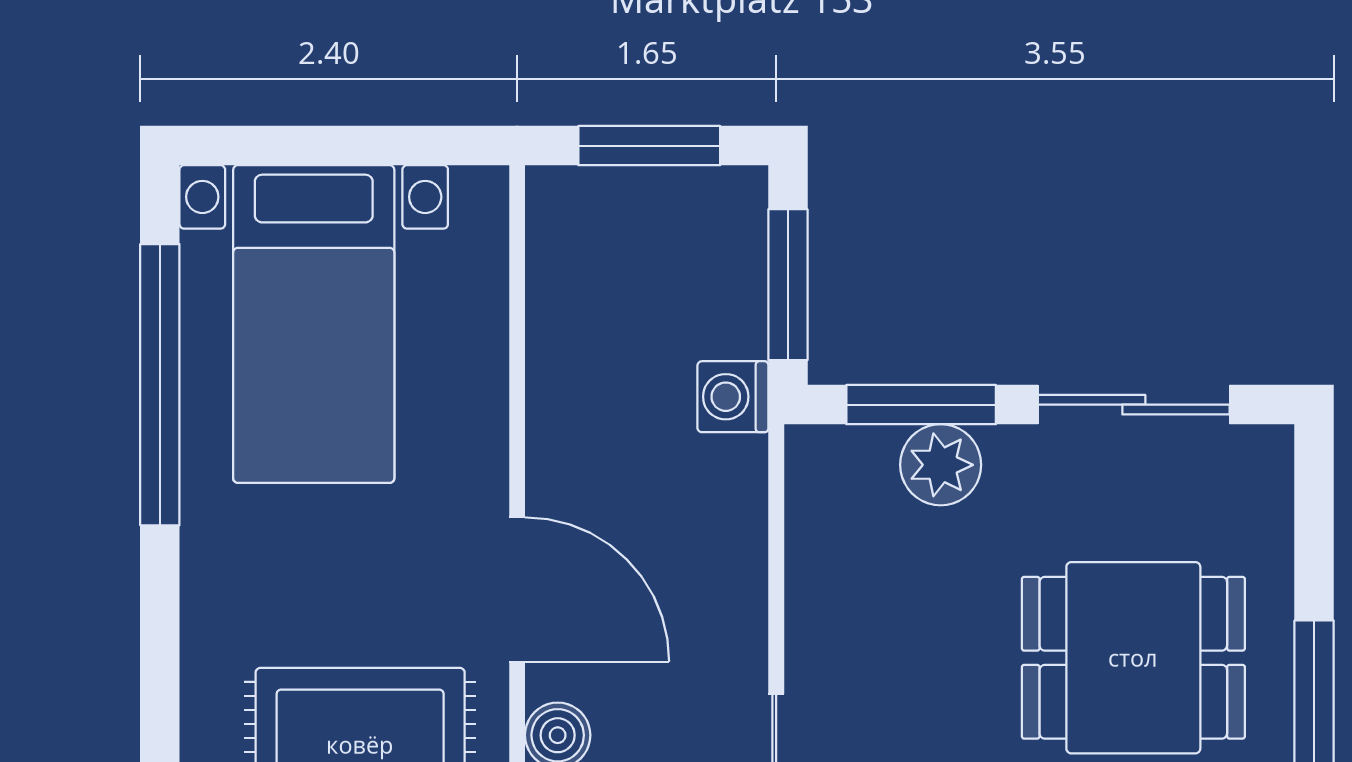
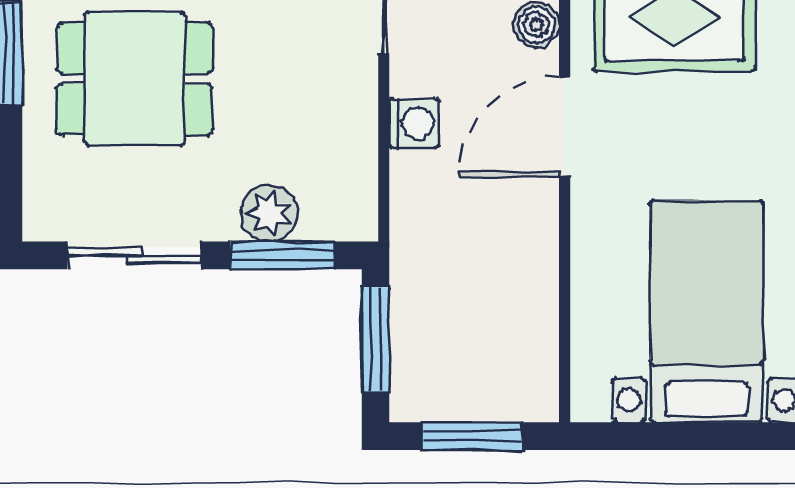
washing machine: (733, 397) -> (414, 123), moved
door: (517, 589) -> (565, 126), hinge flipped

